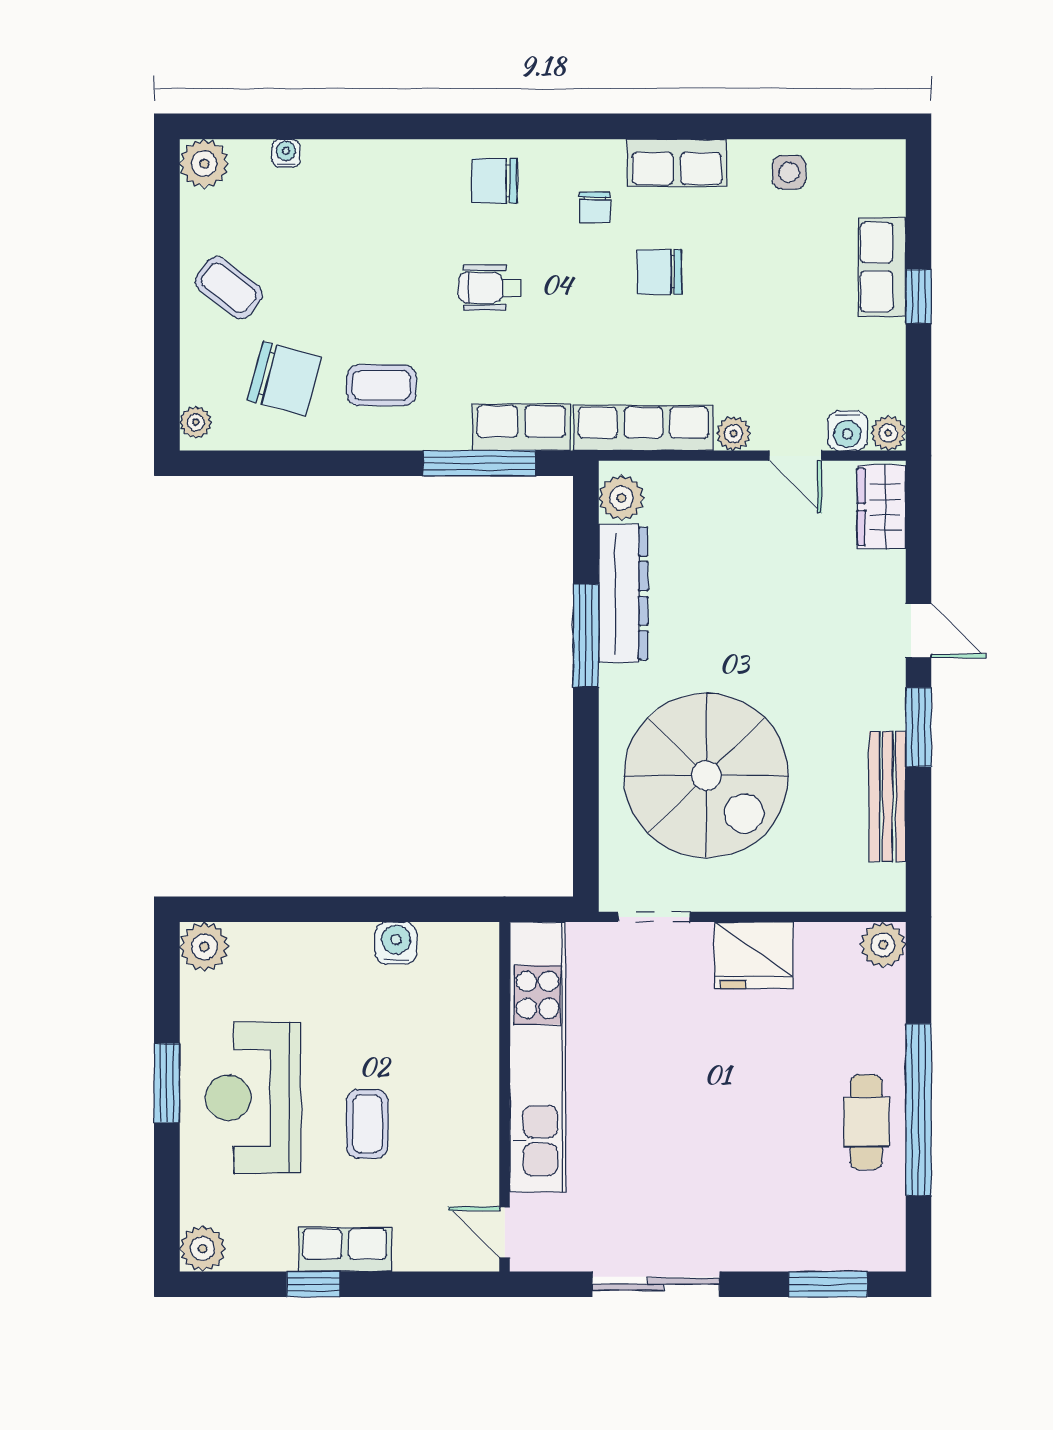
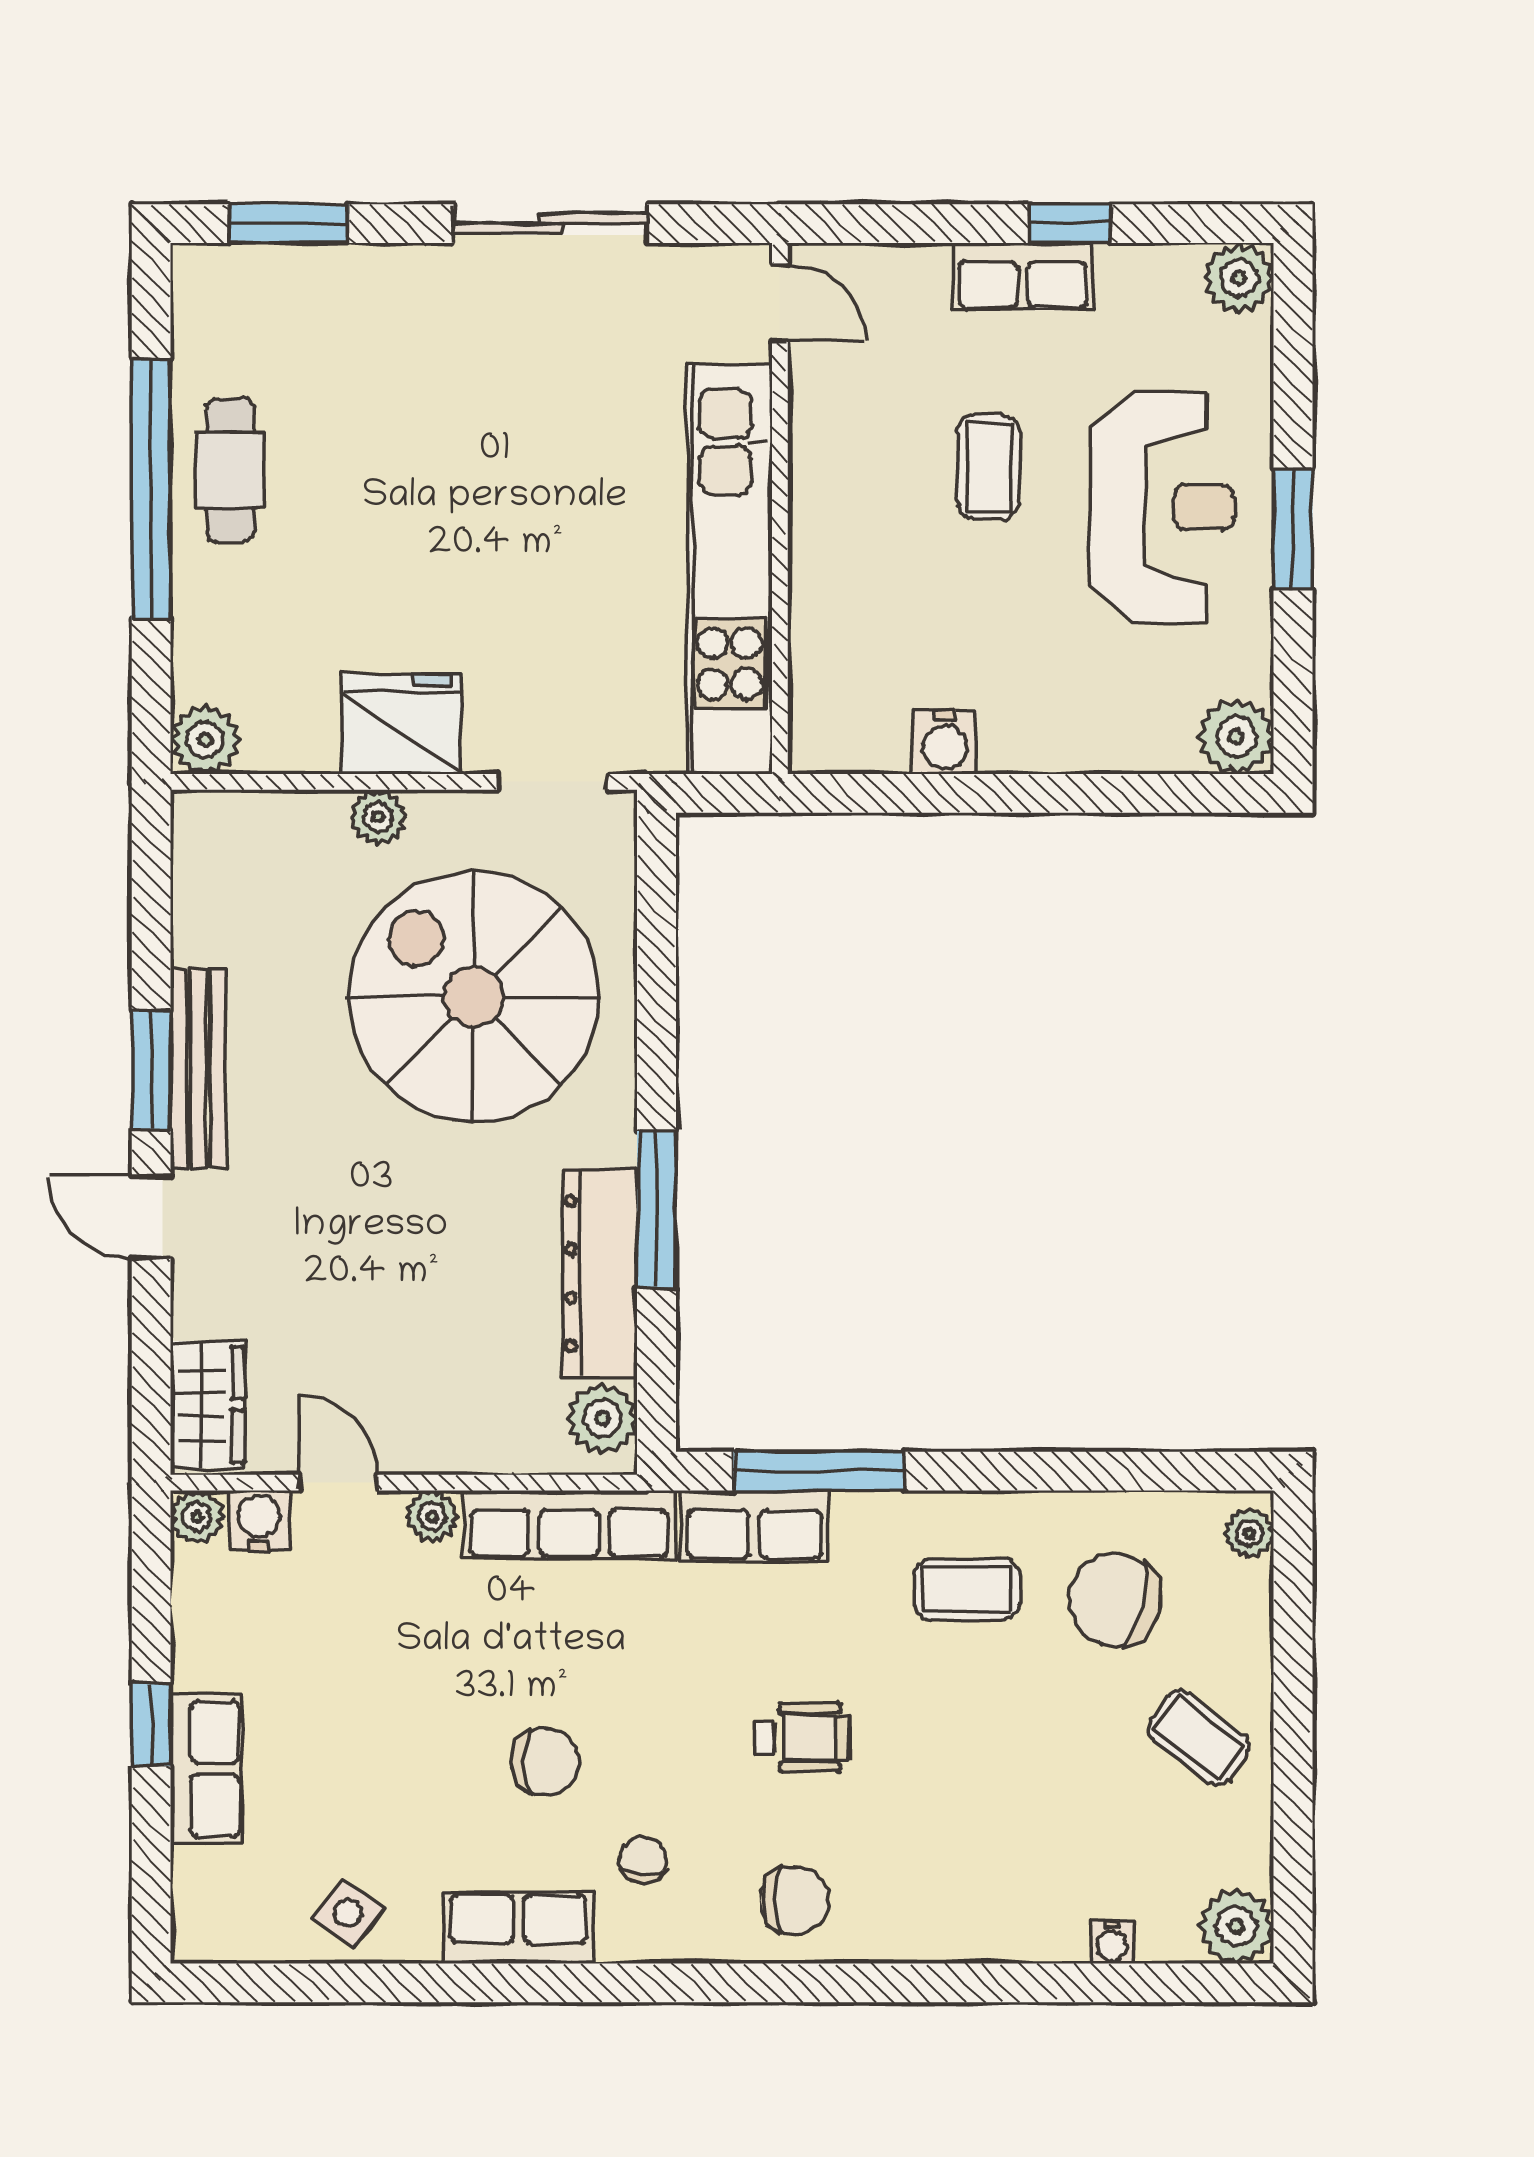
side table: (789, 172) -> (348, 1913), turned 37
bench: (887, 796) -> (198, 1069), moved
plant: (769, 894) -> (378, 817), added

